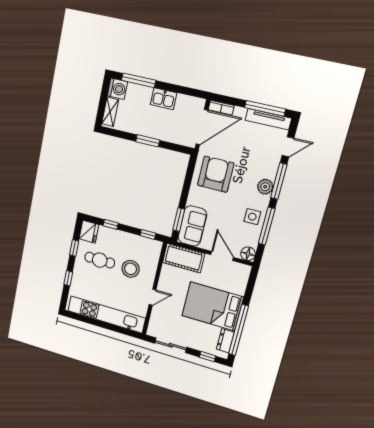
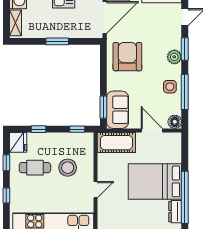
window: (279, 181) -> (185, 49), width x0.69

